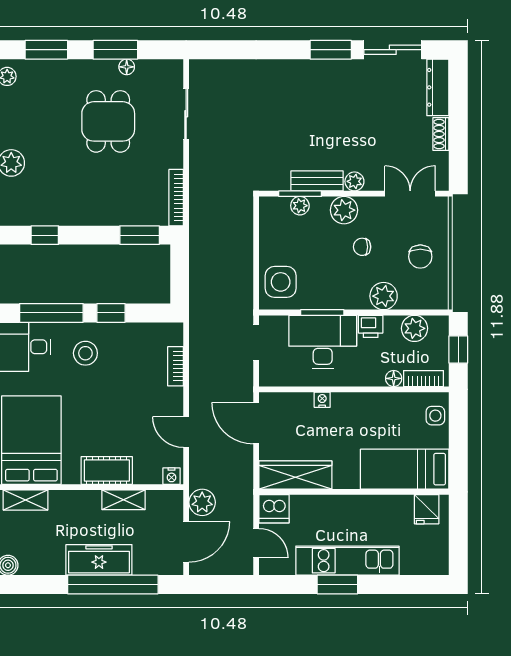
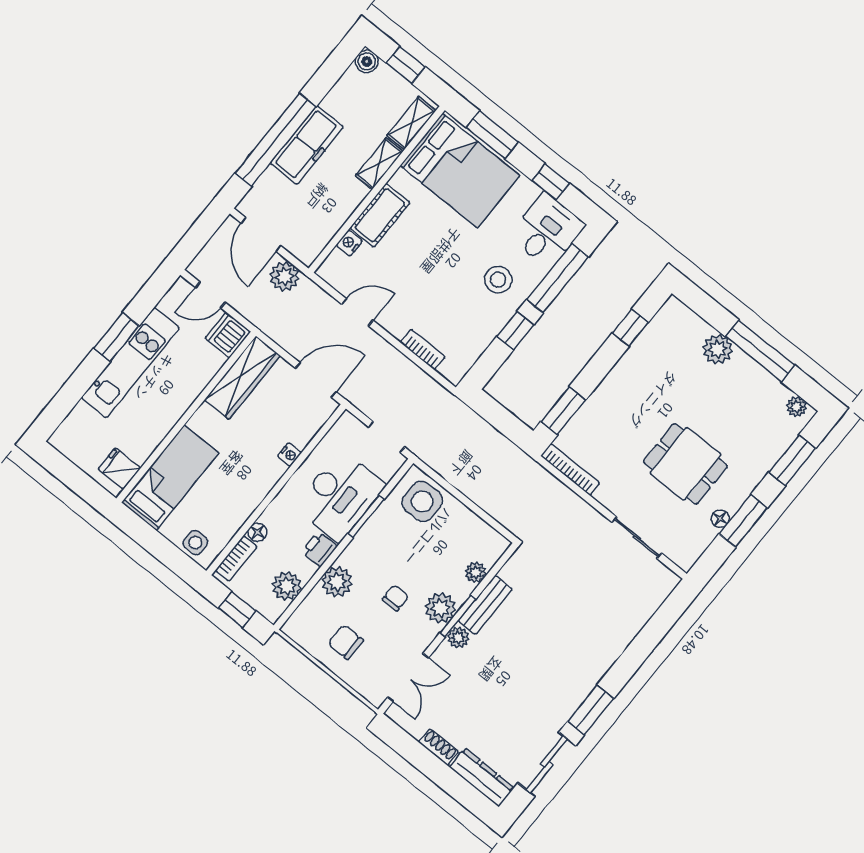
window: (300, 194) -> (458, 616), moved
nightstand: (172, 476) -> (349, 243), moved
shelving: (124, 500) -> (379, 164), moved

